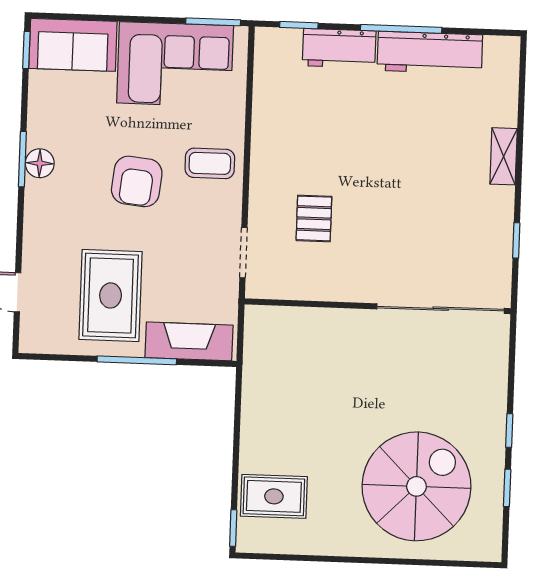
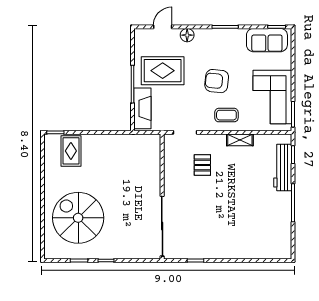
sofa: (73, 45) -> (267, 40), moved, turned -90
workbench: (339, 48) -> (283, 167), width x1.38
workbench: (430, 53) -> (282, 217), removed
shelving: (504, 156) -> (240, 140), moved
floor lamp: (40, 163) -> (187, 35), moved
coffee table: (210, 163) -> (226, 115), turned 90
pallet: (314, 218) -> (202, 165), turned 90
spiral stairs: (416, 486) -> (78, 218), turned 180

